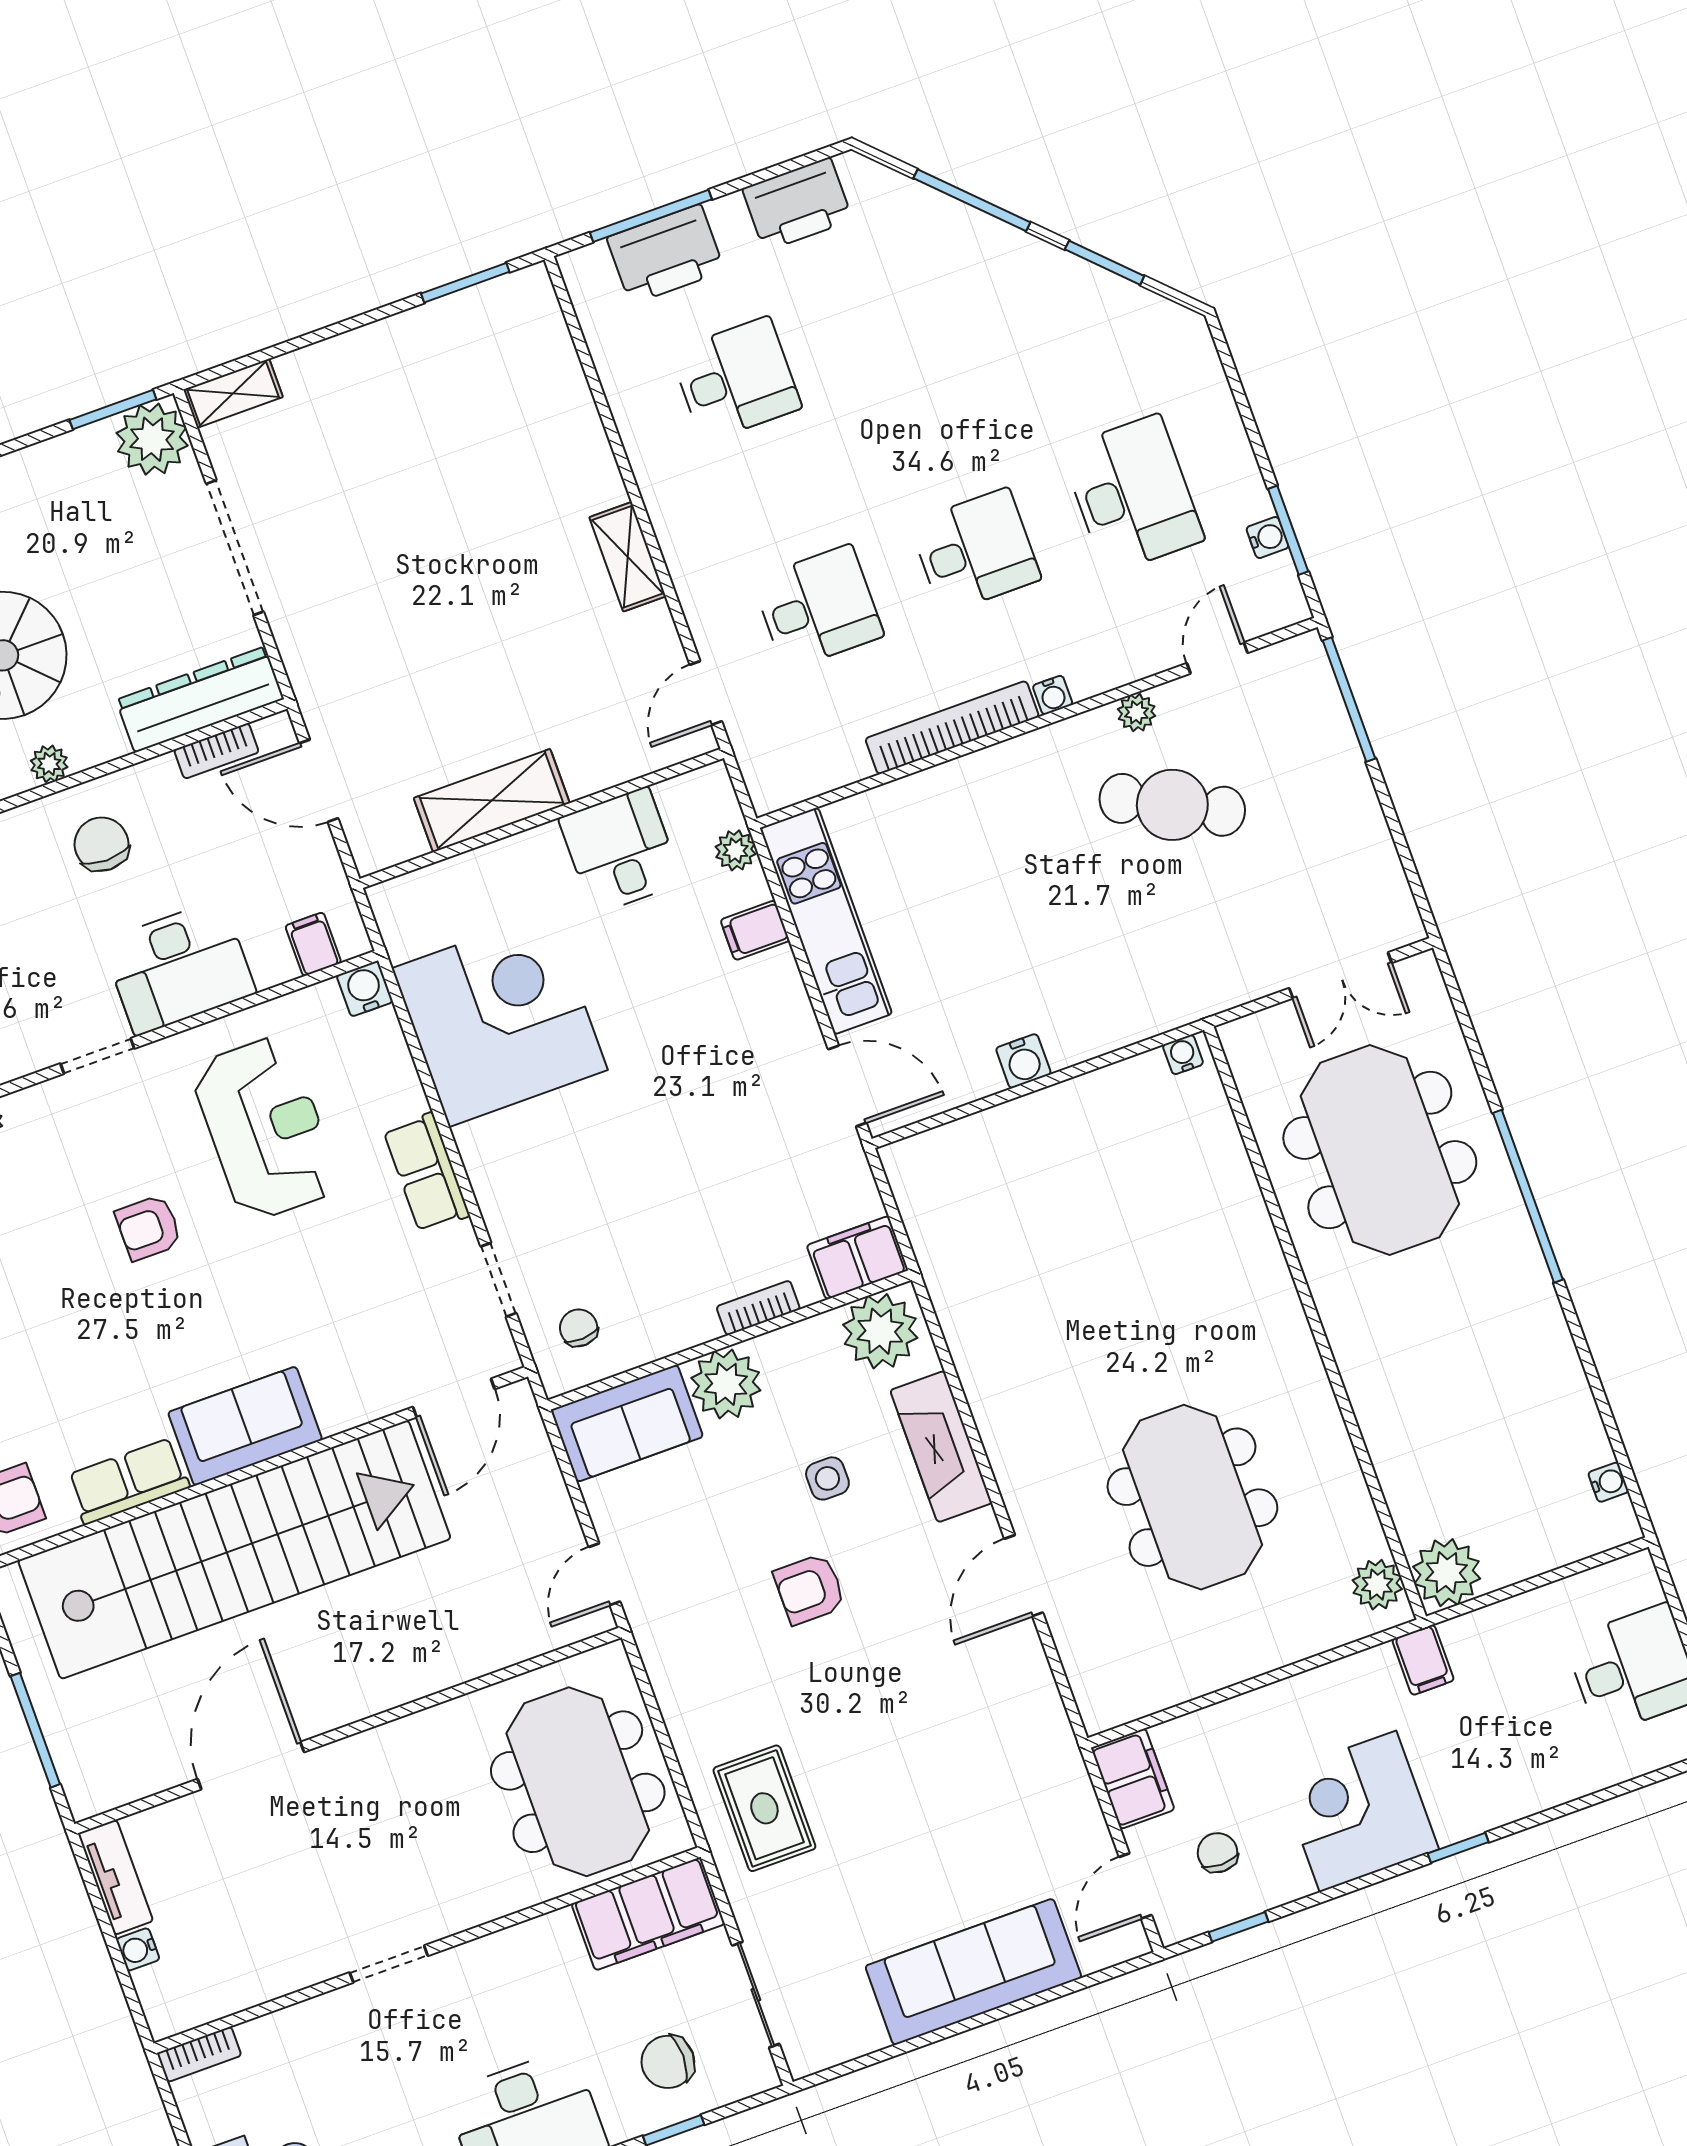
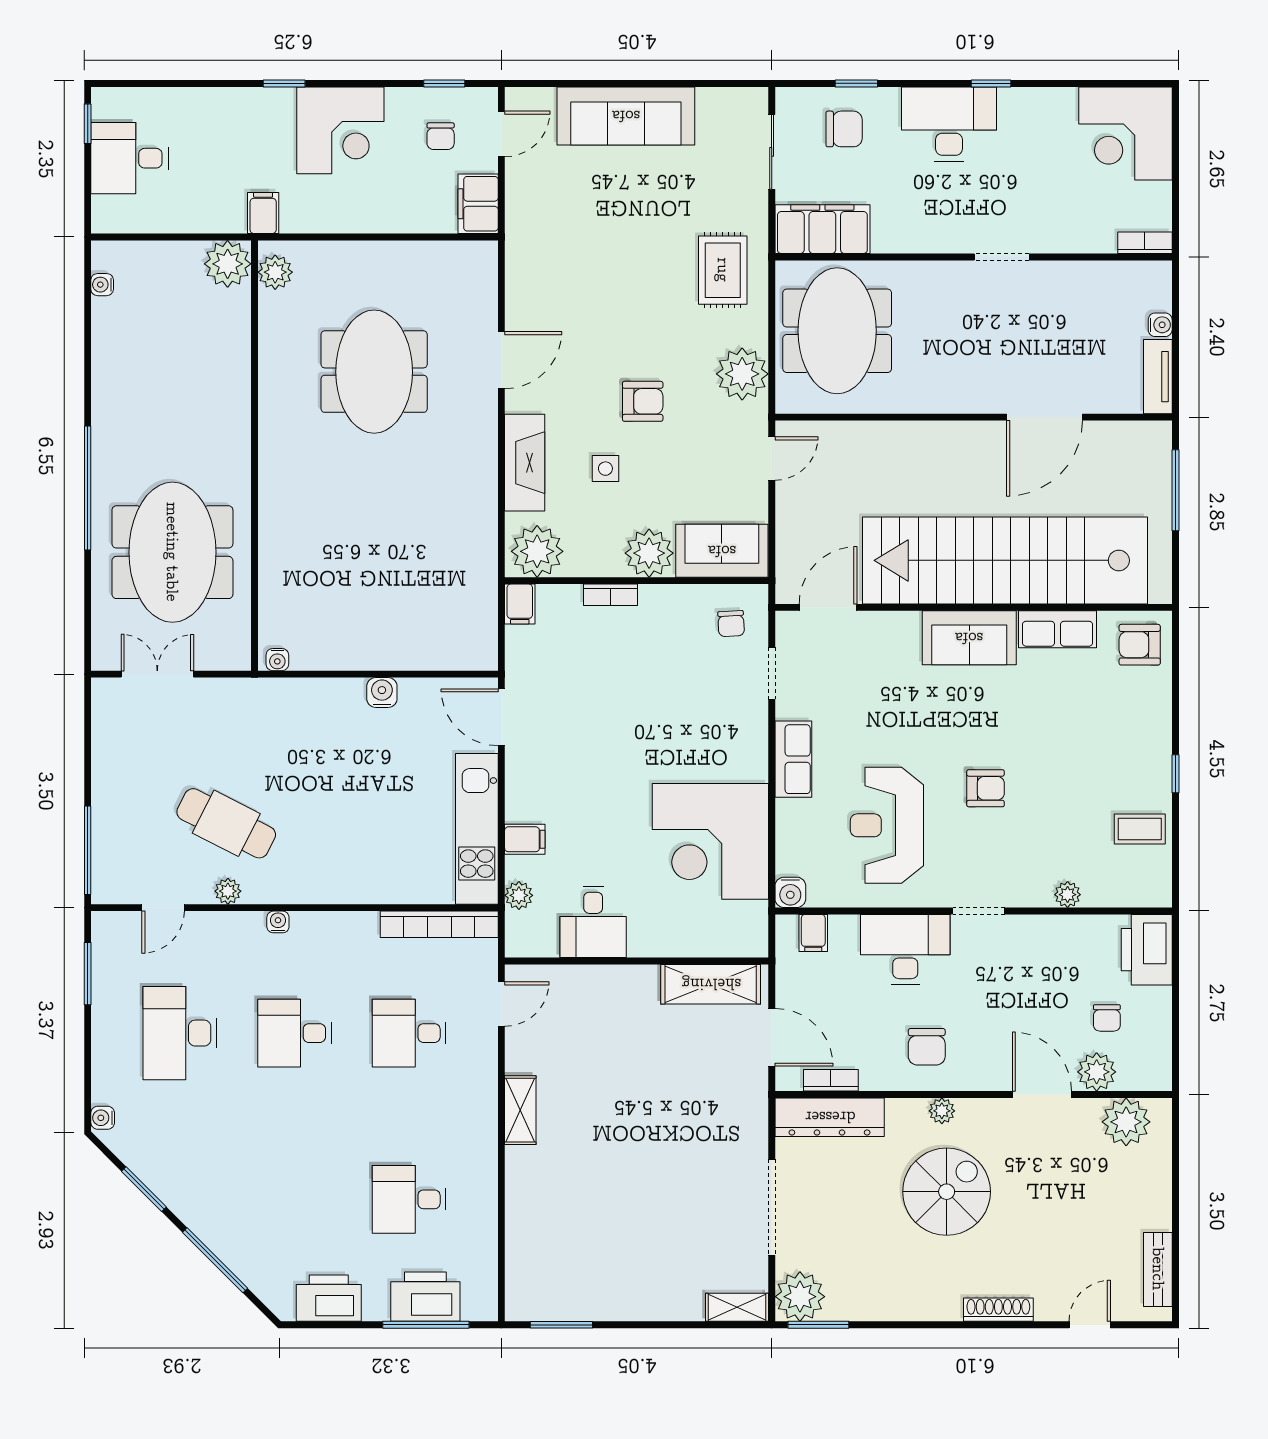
water cooler: (1267, 538) -> (103, 1118), moved
bookcase: (952, 728) -> (439, 924), moved
shelving: (492, 801) -> (711, 984), moved
filing cabinet: (857, 1258) -> (520, 604), width x0.50
plant: (687, 1676) -> (742, 374), added

